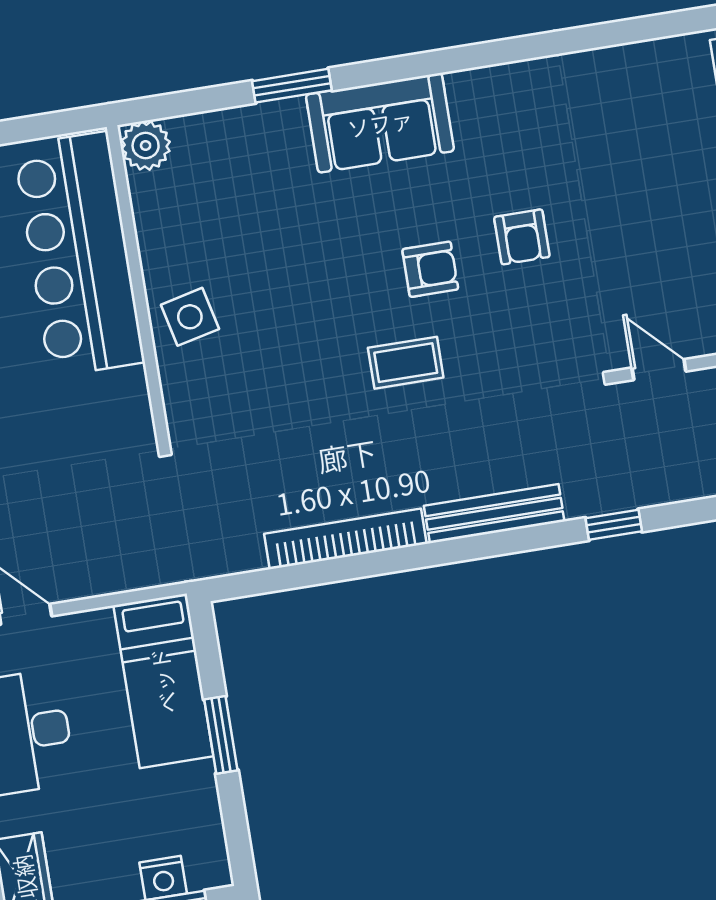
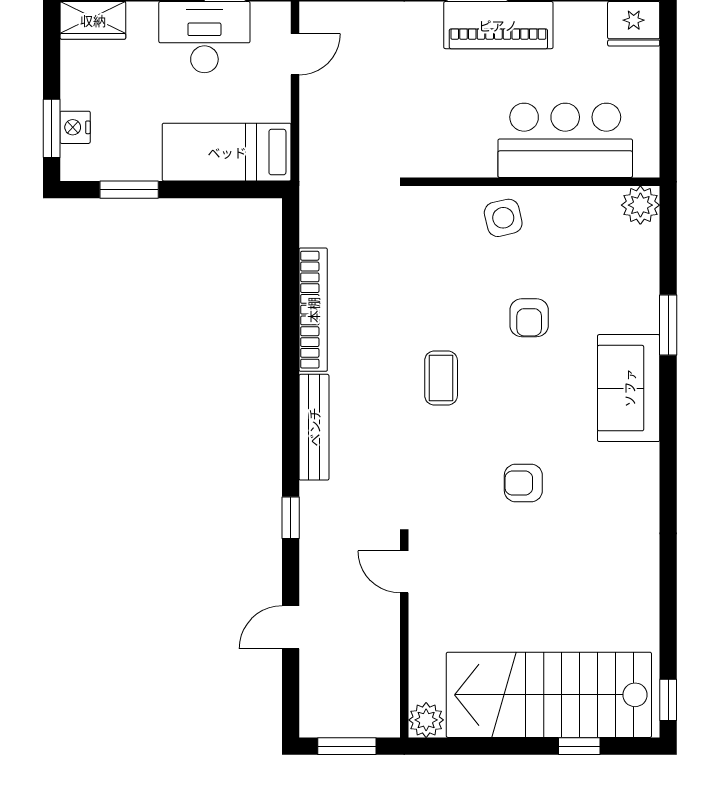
bar counter: (79, 254) -> (565, 140), width x0.73
armchair: (430, 269) -> (529, 318), moved
door: (659, 370) -> (404, 572), swing flipped
window: (221, 735) -> (129, 190), moved

